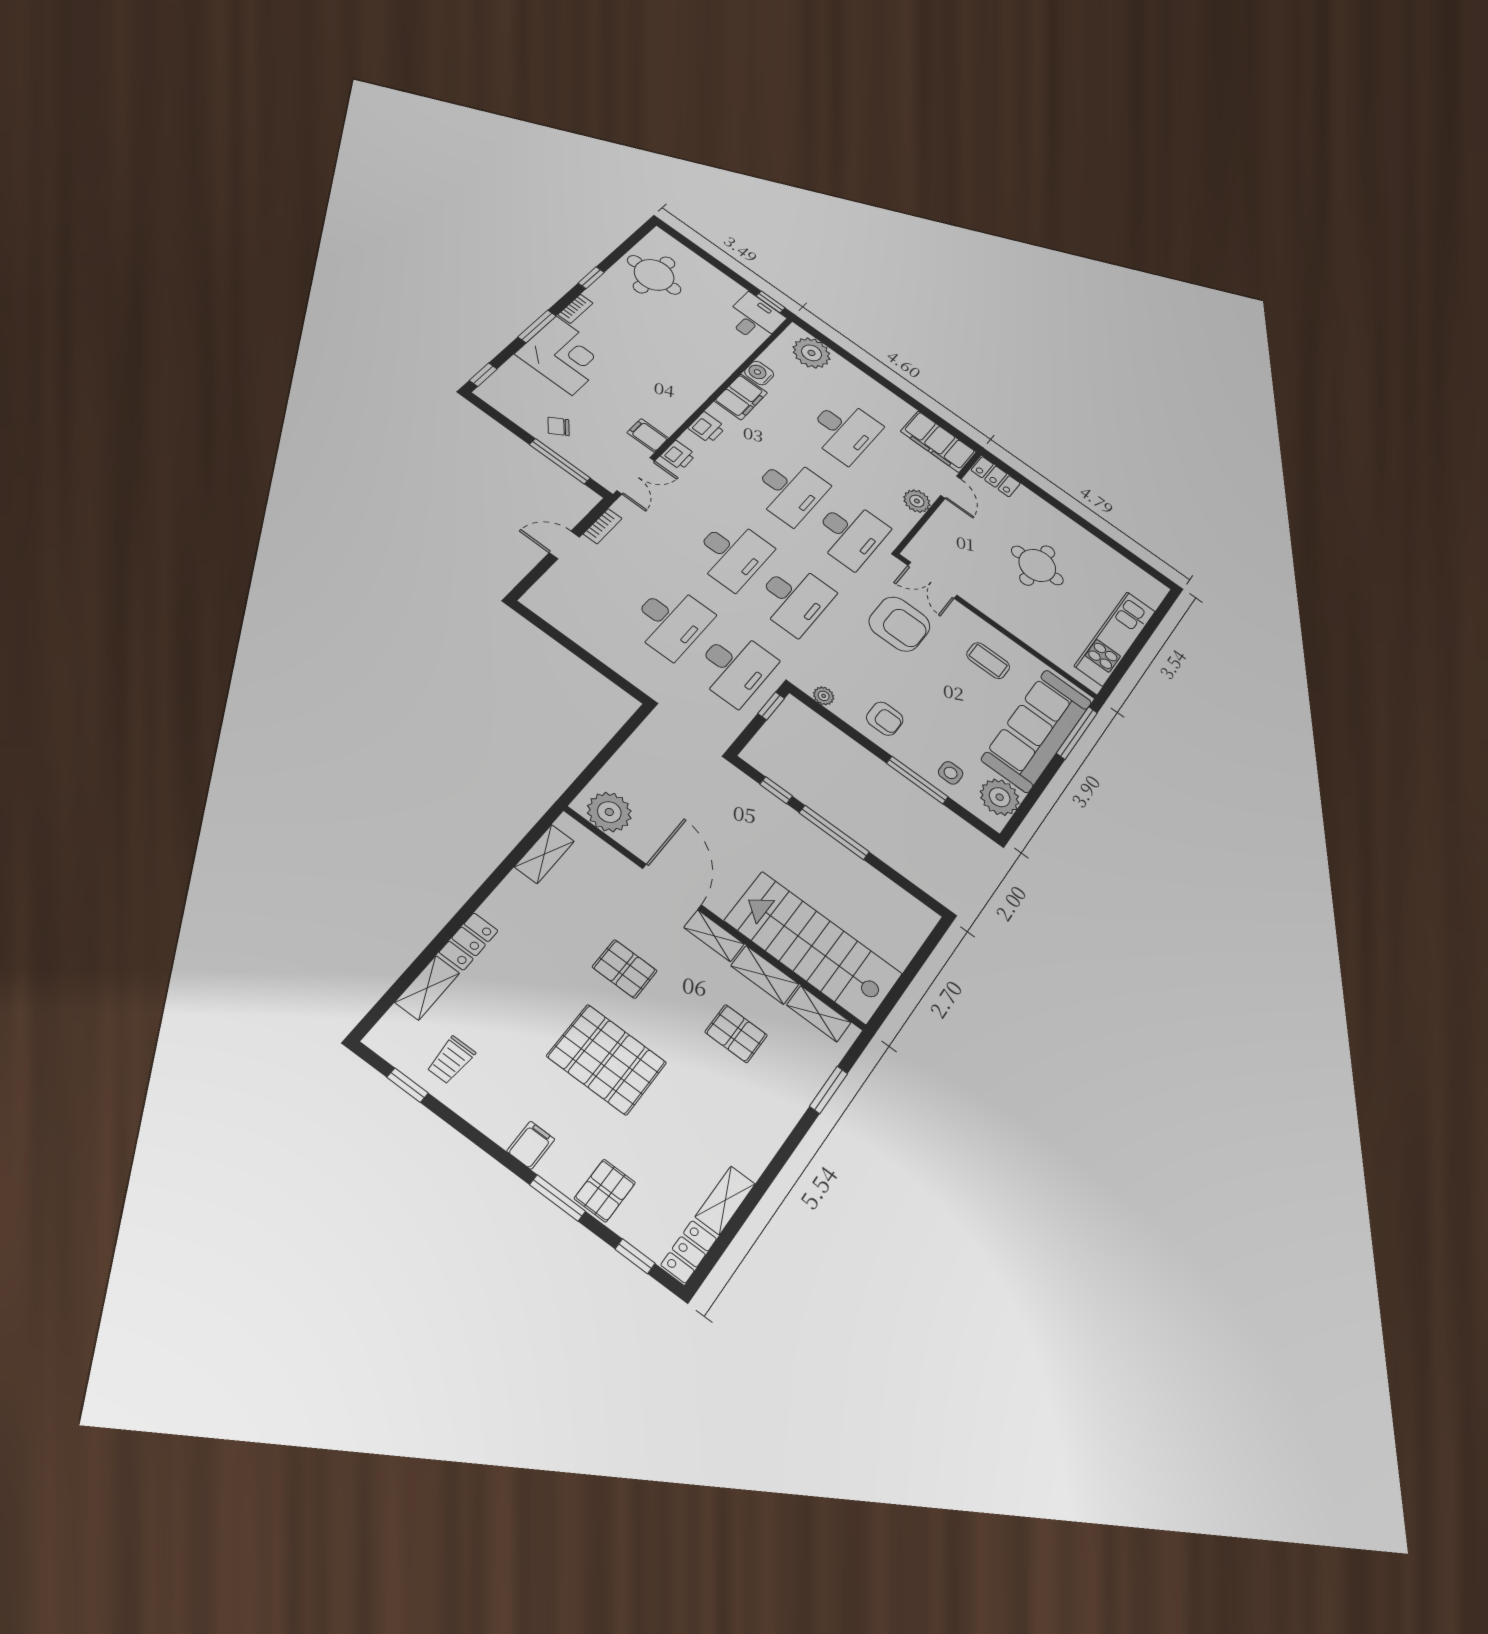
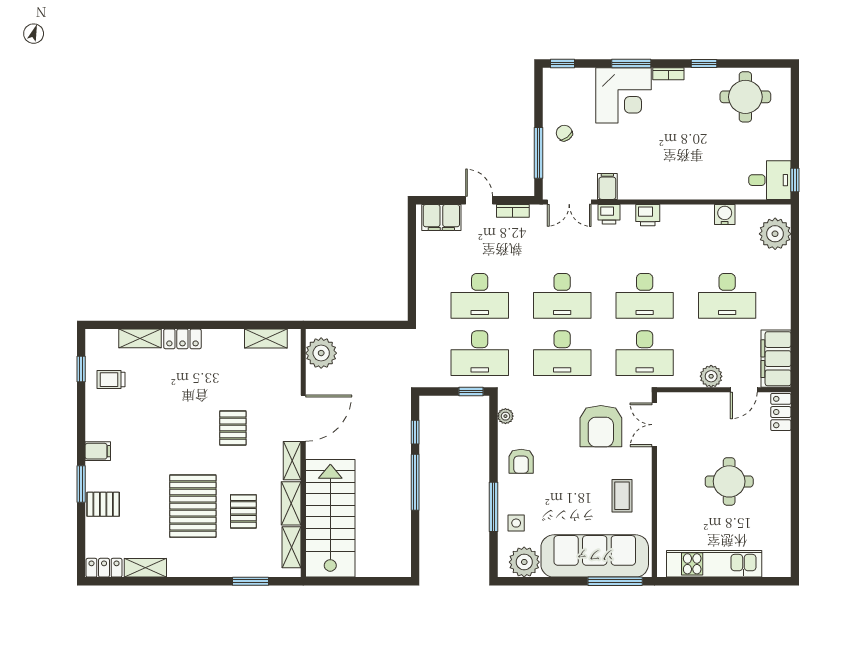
filing cabinet: (741, 397) -> (441, 217), moved
pallet: (607, 1059) -> (193, 506), moved
window: (635, 1256) -> (81, 543), removed

